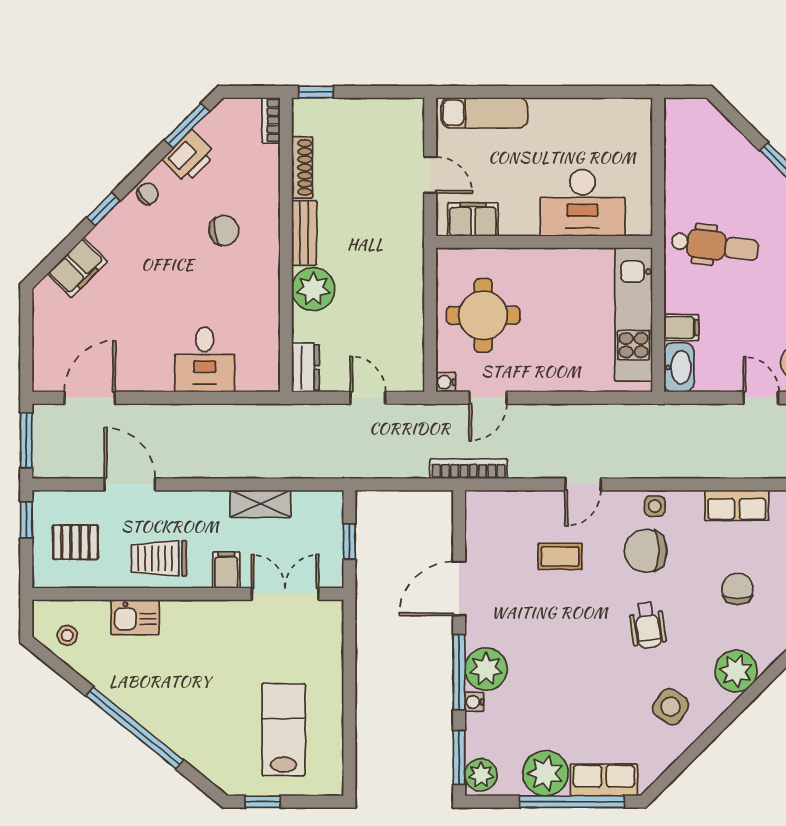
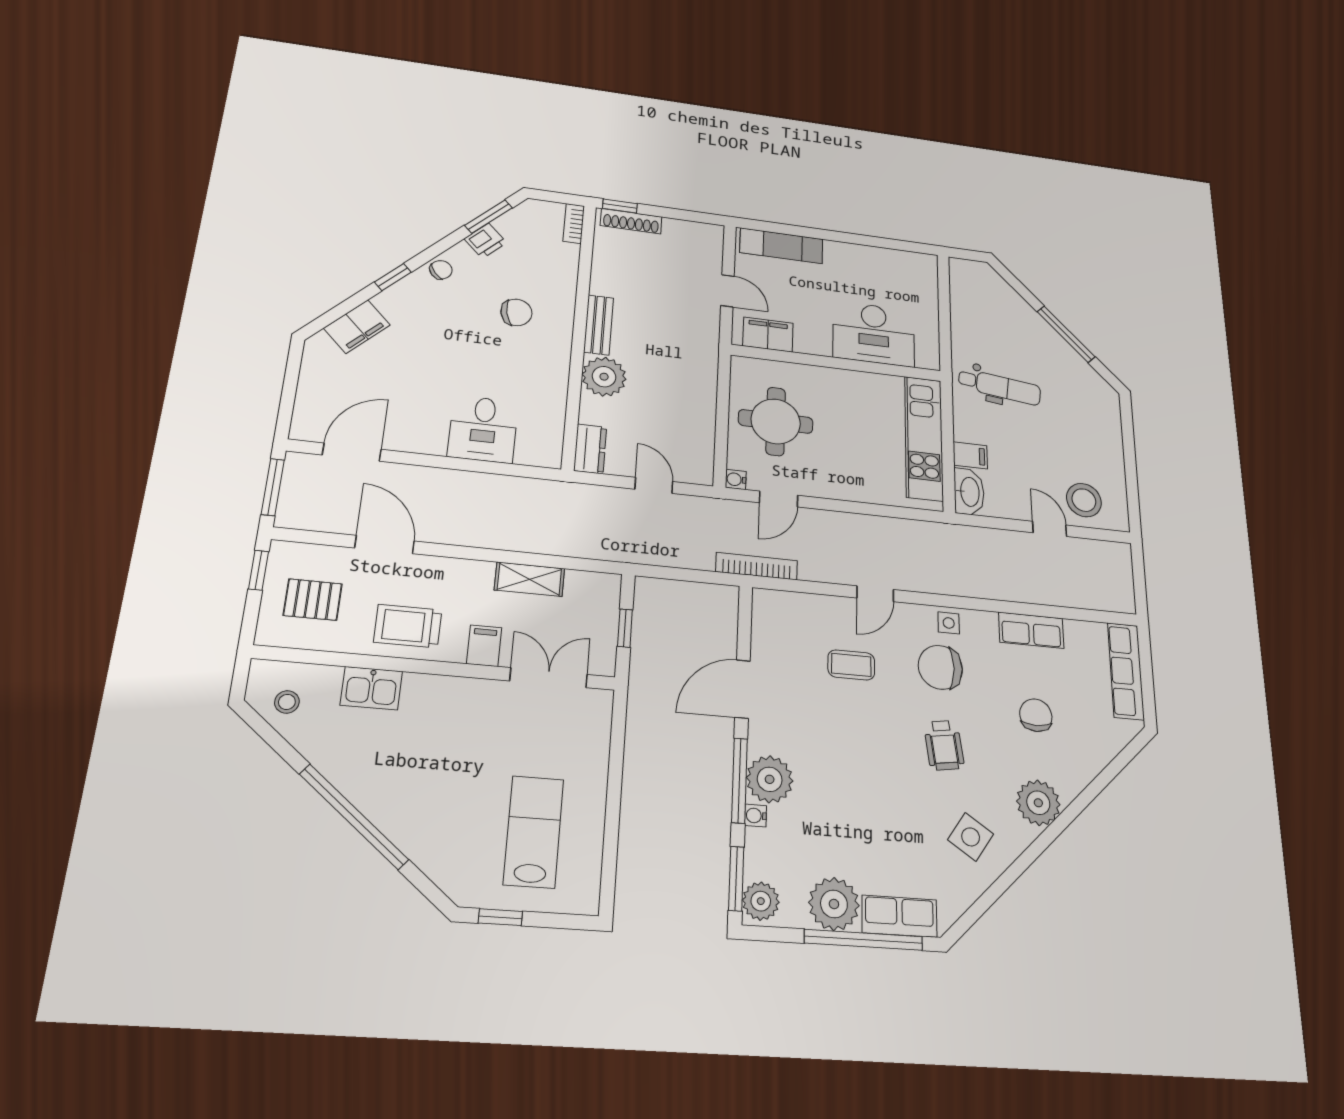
printer: (189, 157) -> (486, 241), width x0.73, depth x0.81
shoe rack: (302, 167) -> (631, 221), moved, turned 90

